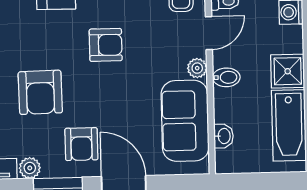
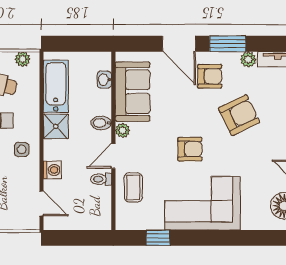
armchair: (106, 45) -> (190, 149), turned 180
armchair: (40, 92) -> (239, 115), turned 65
armchair: (81, 144) -> (210, 76), turned 90

